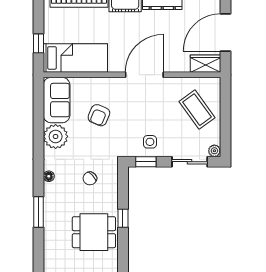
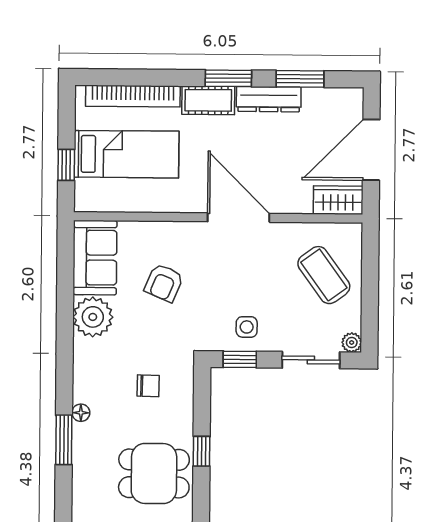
bed: (75, 58) -> (126, 154), moved
door: (144, 75) -> (239, 218), hinge flipped
floor lamp: (49, 176) -> (81, 413), moved
chair: (90, 178) -> (148, 386), turned -136

